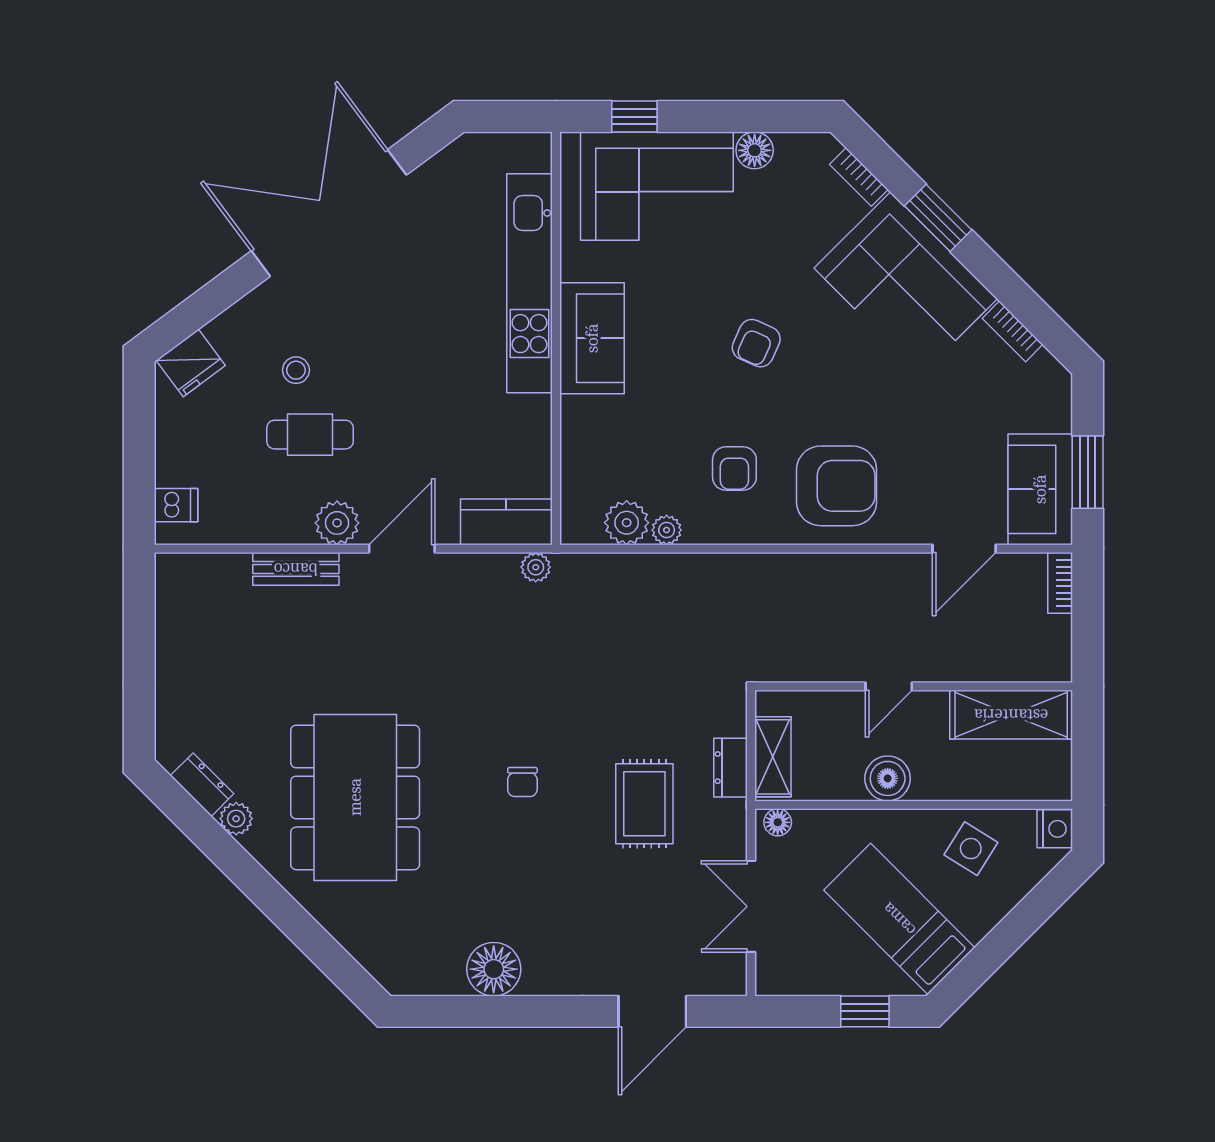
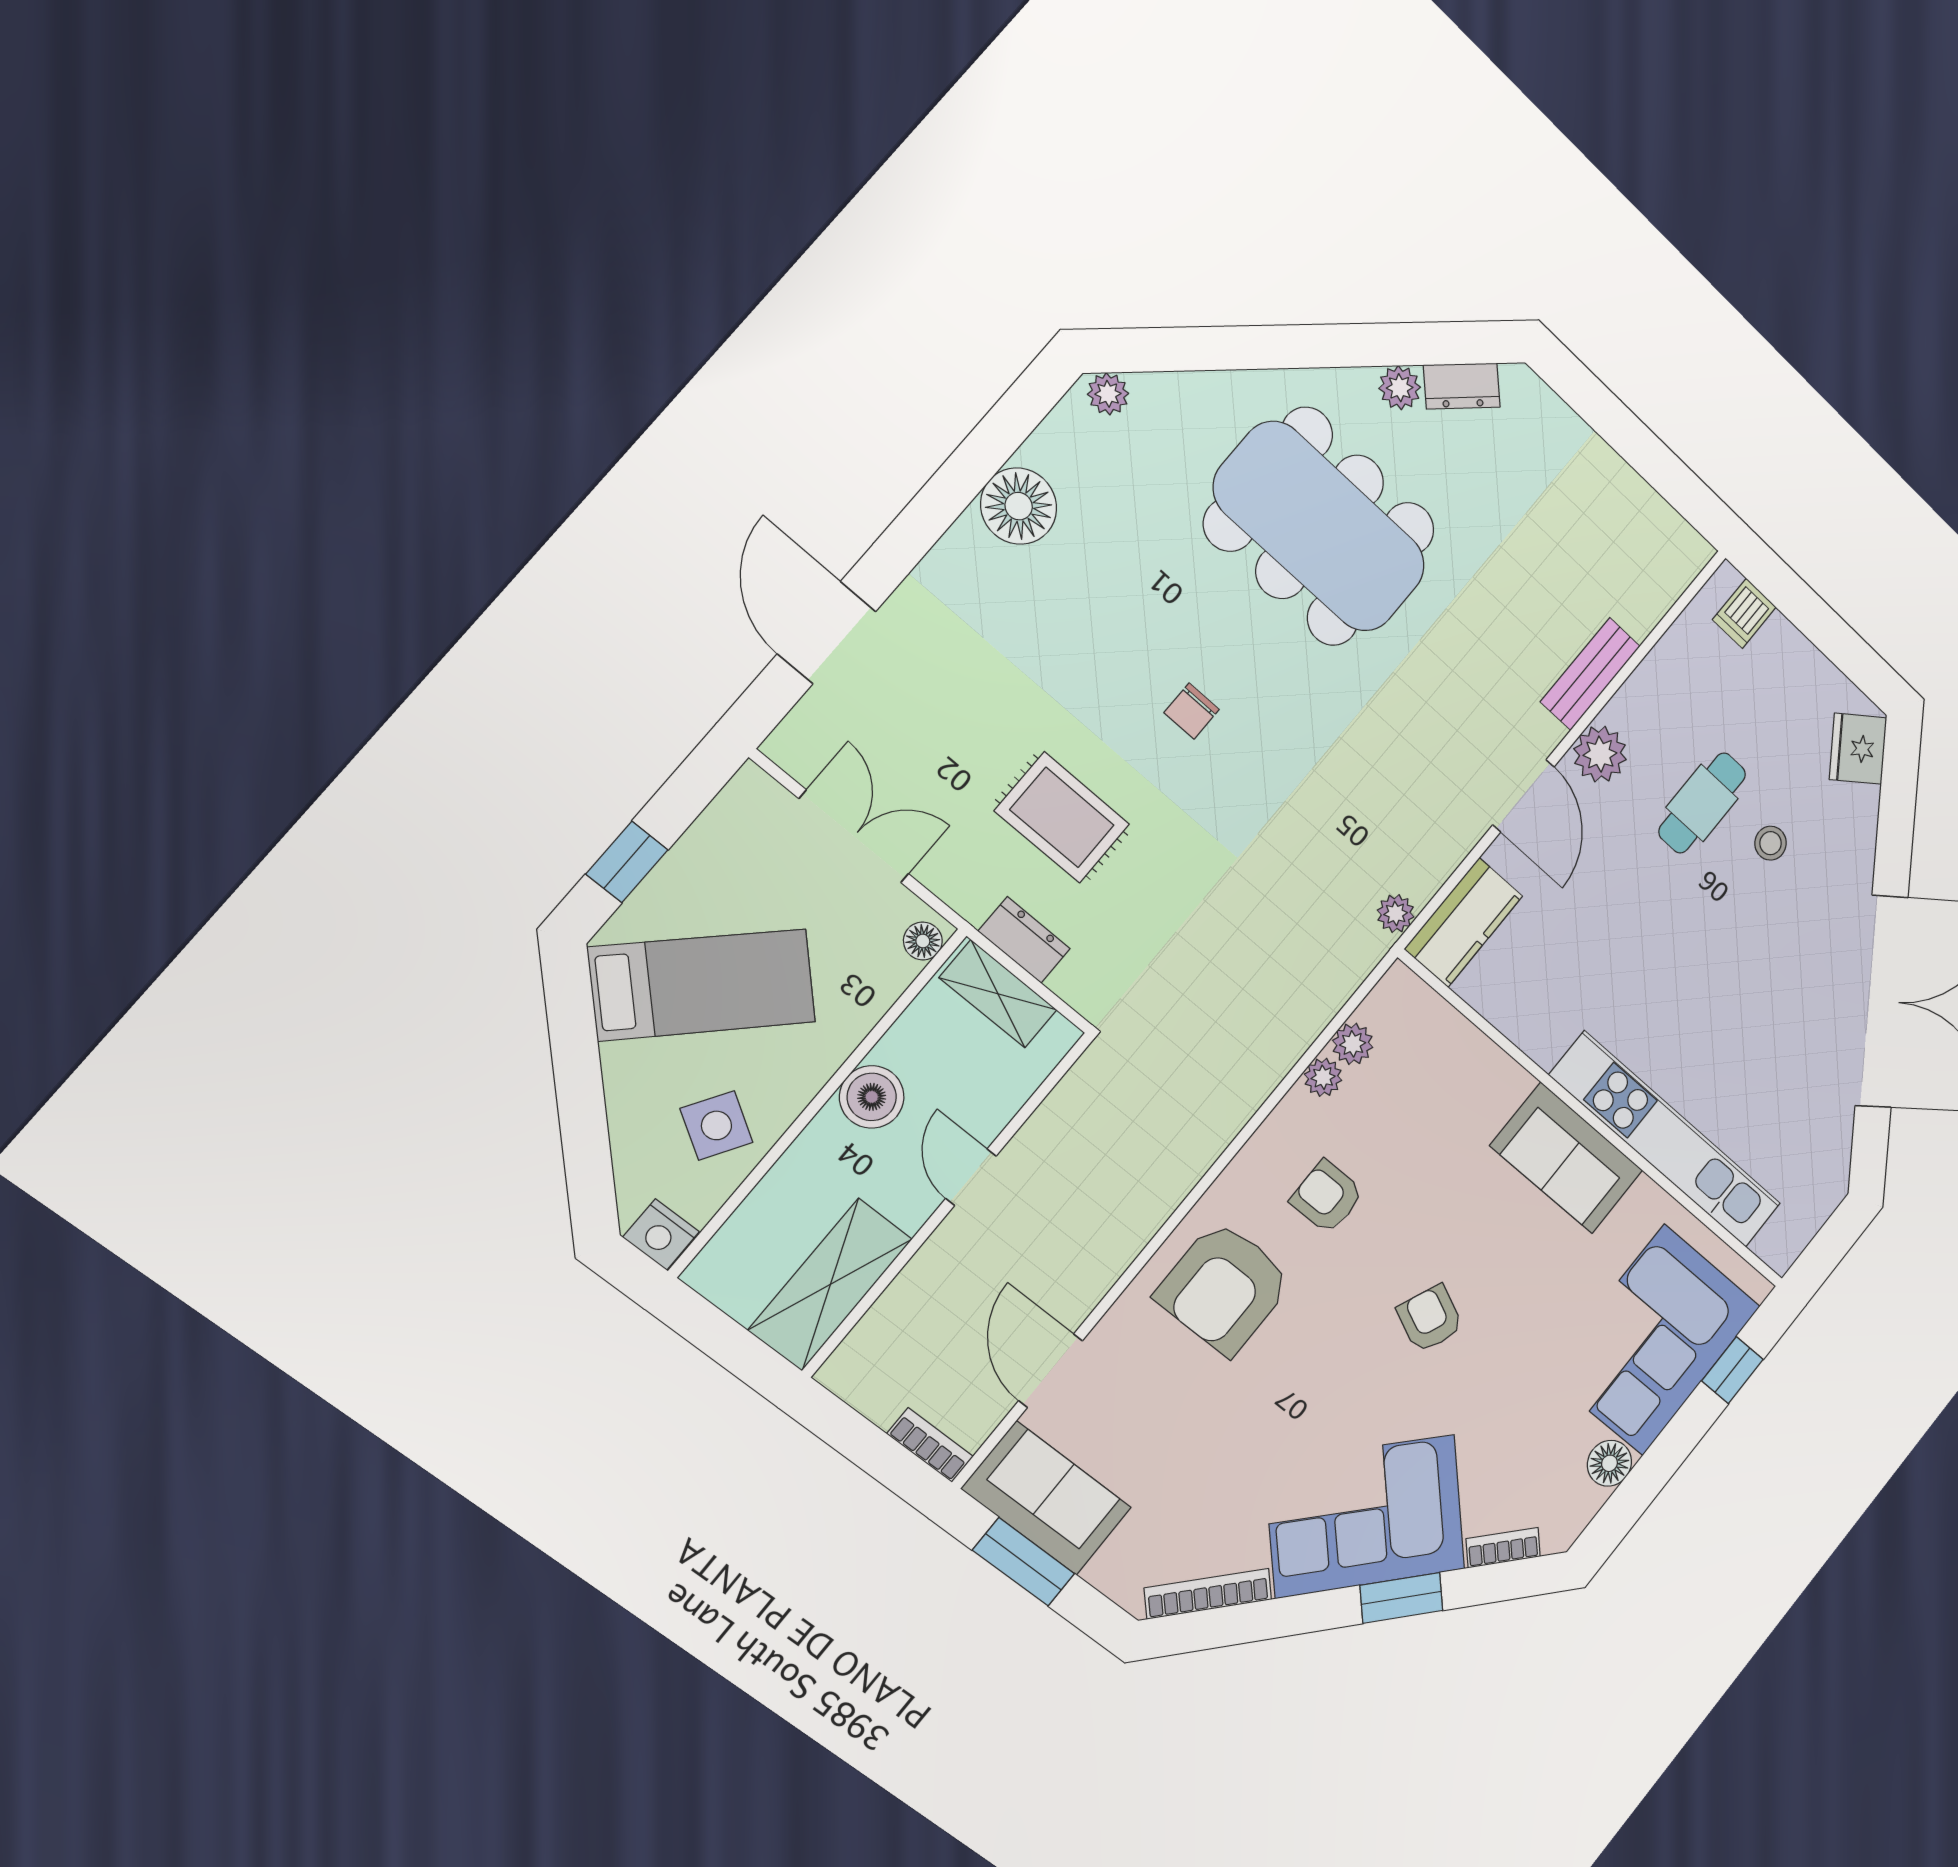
bookcase: (1013, 331) -> (1208, 1594), width x1.56
plant: (627, 523) -> (1353, 1044), width x0.73, depth x0.73
chair: (522, 782) -> (1192, 711), turned -90
plant: (389, 973) -> (1108, 394), added

